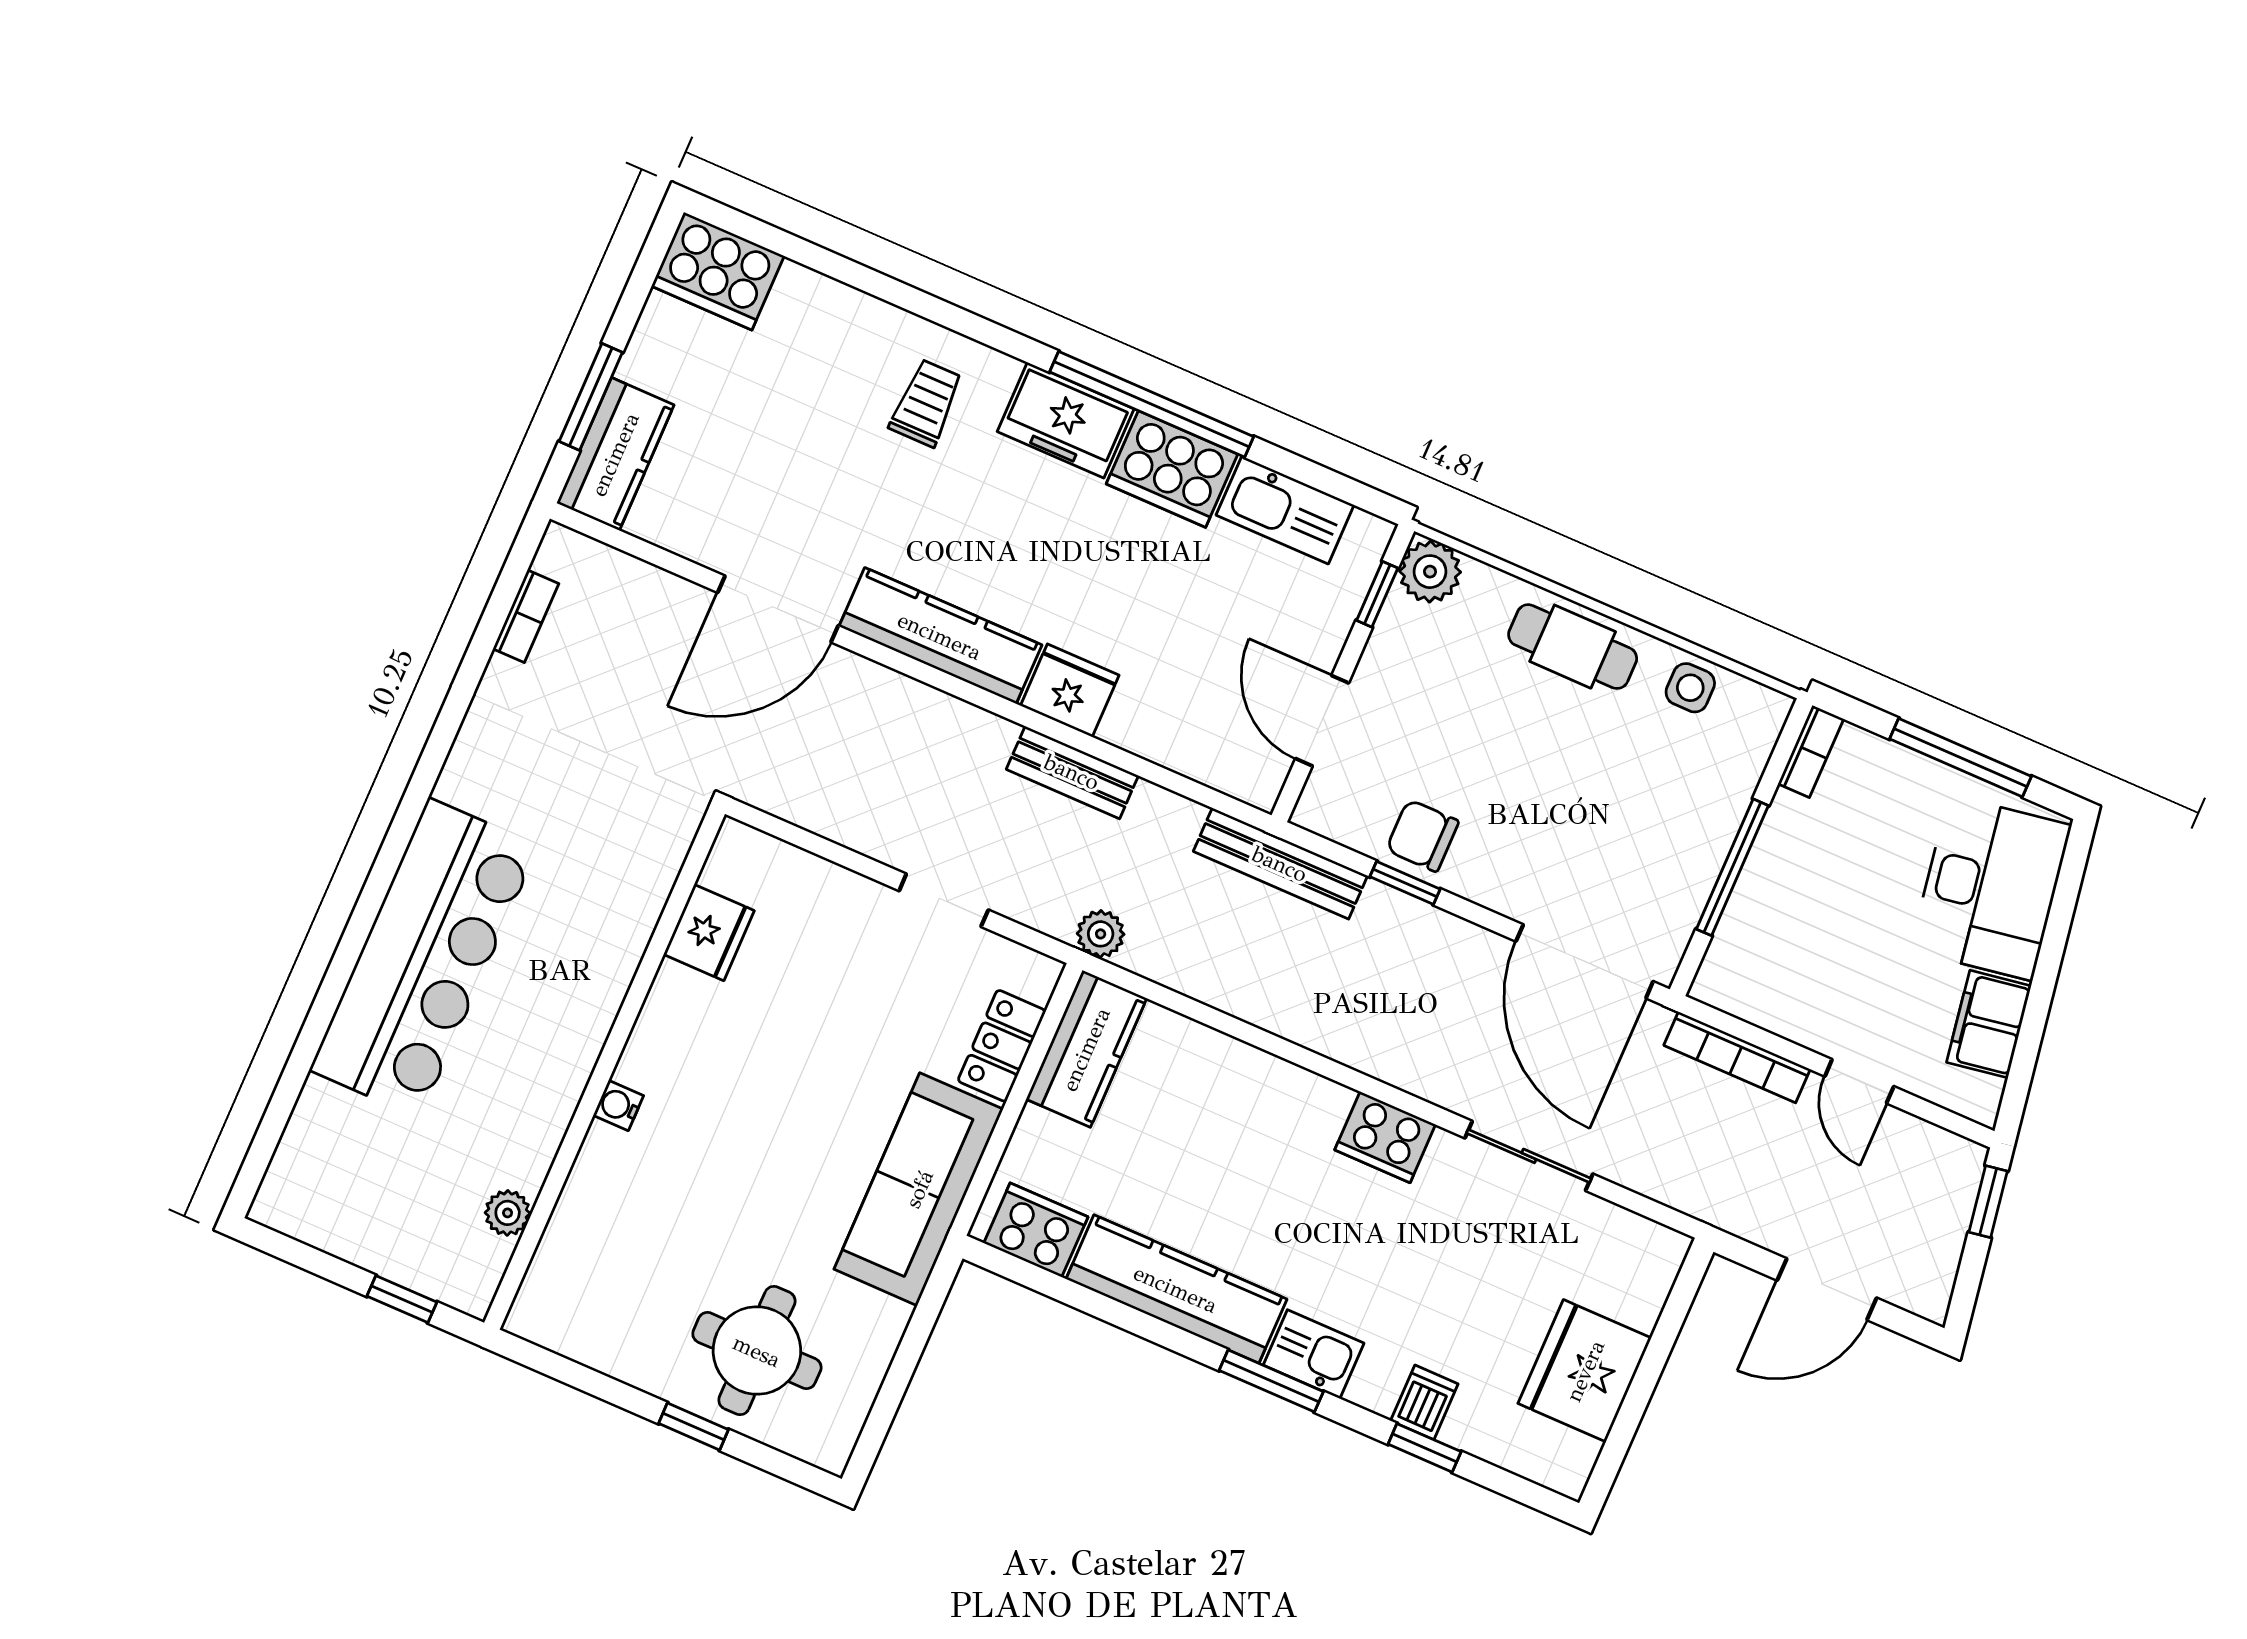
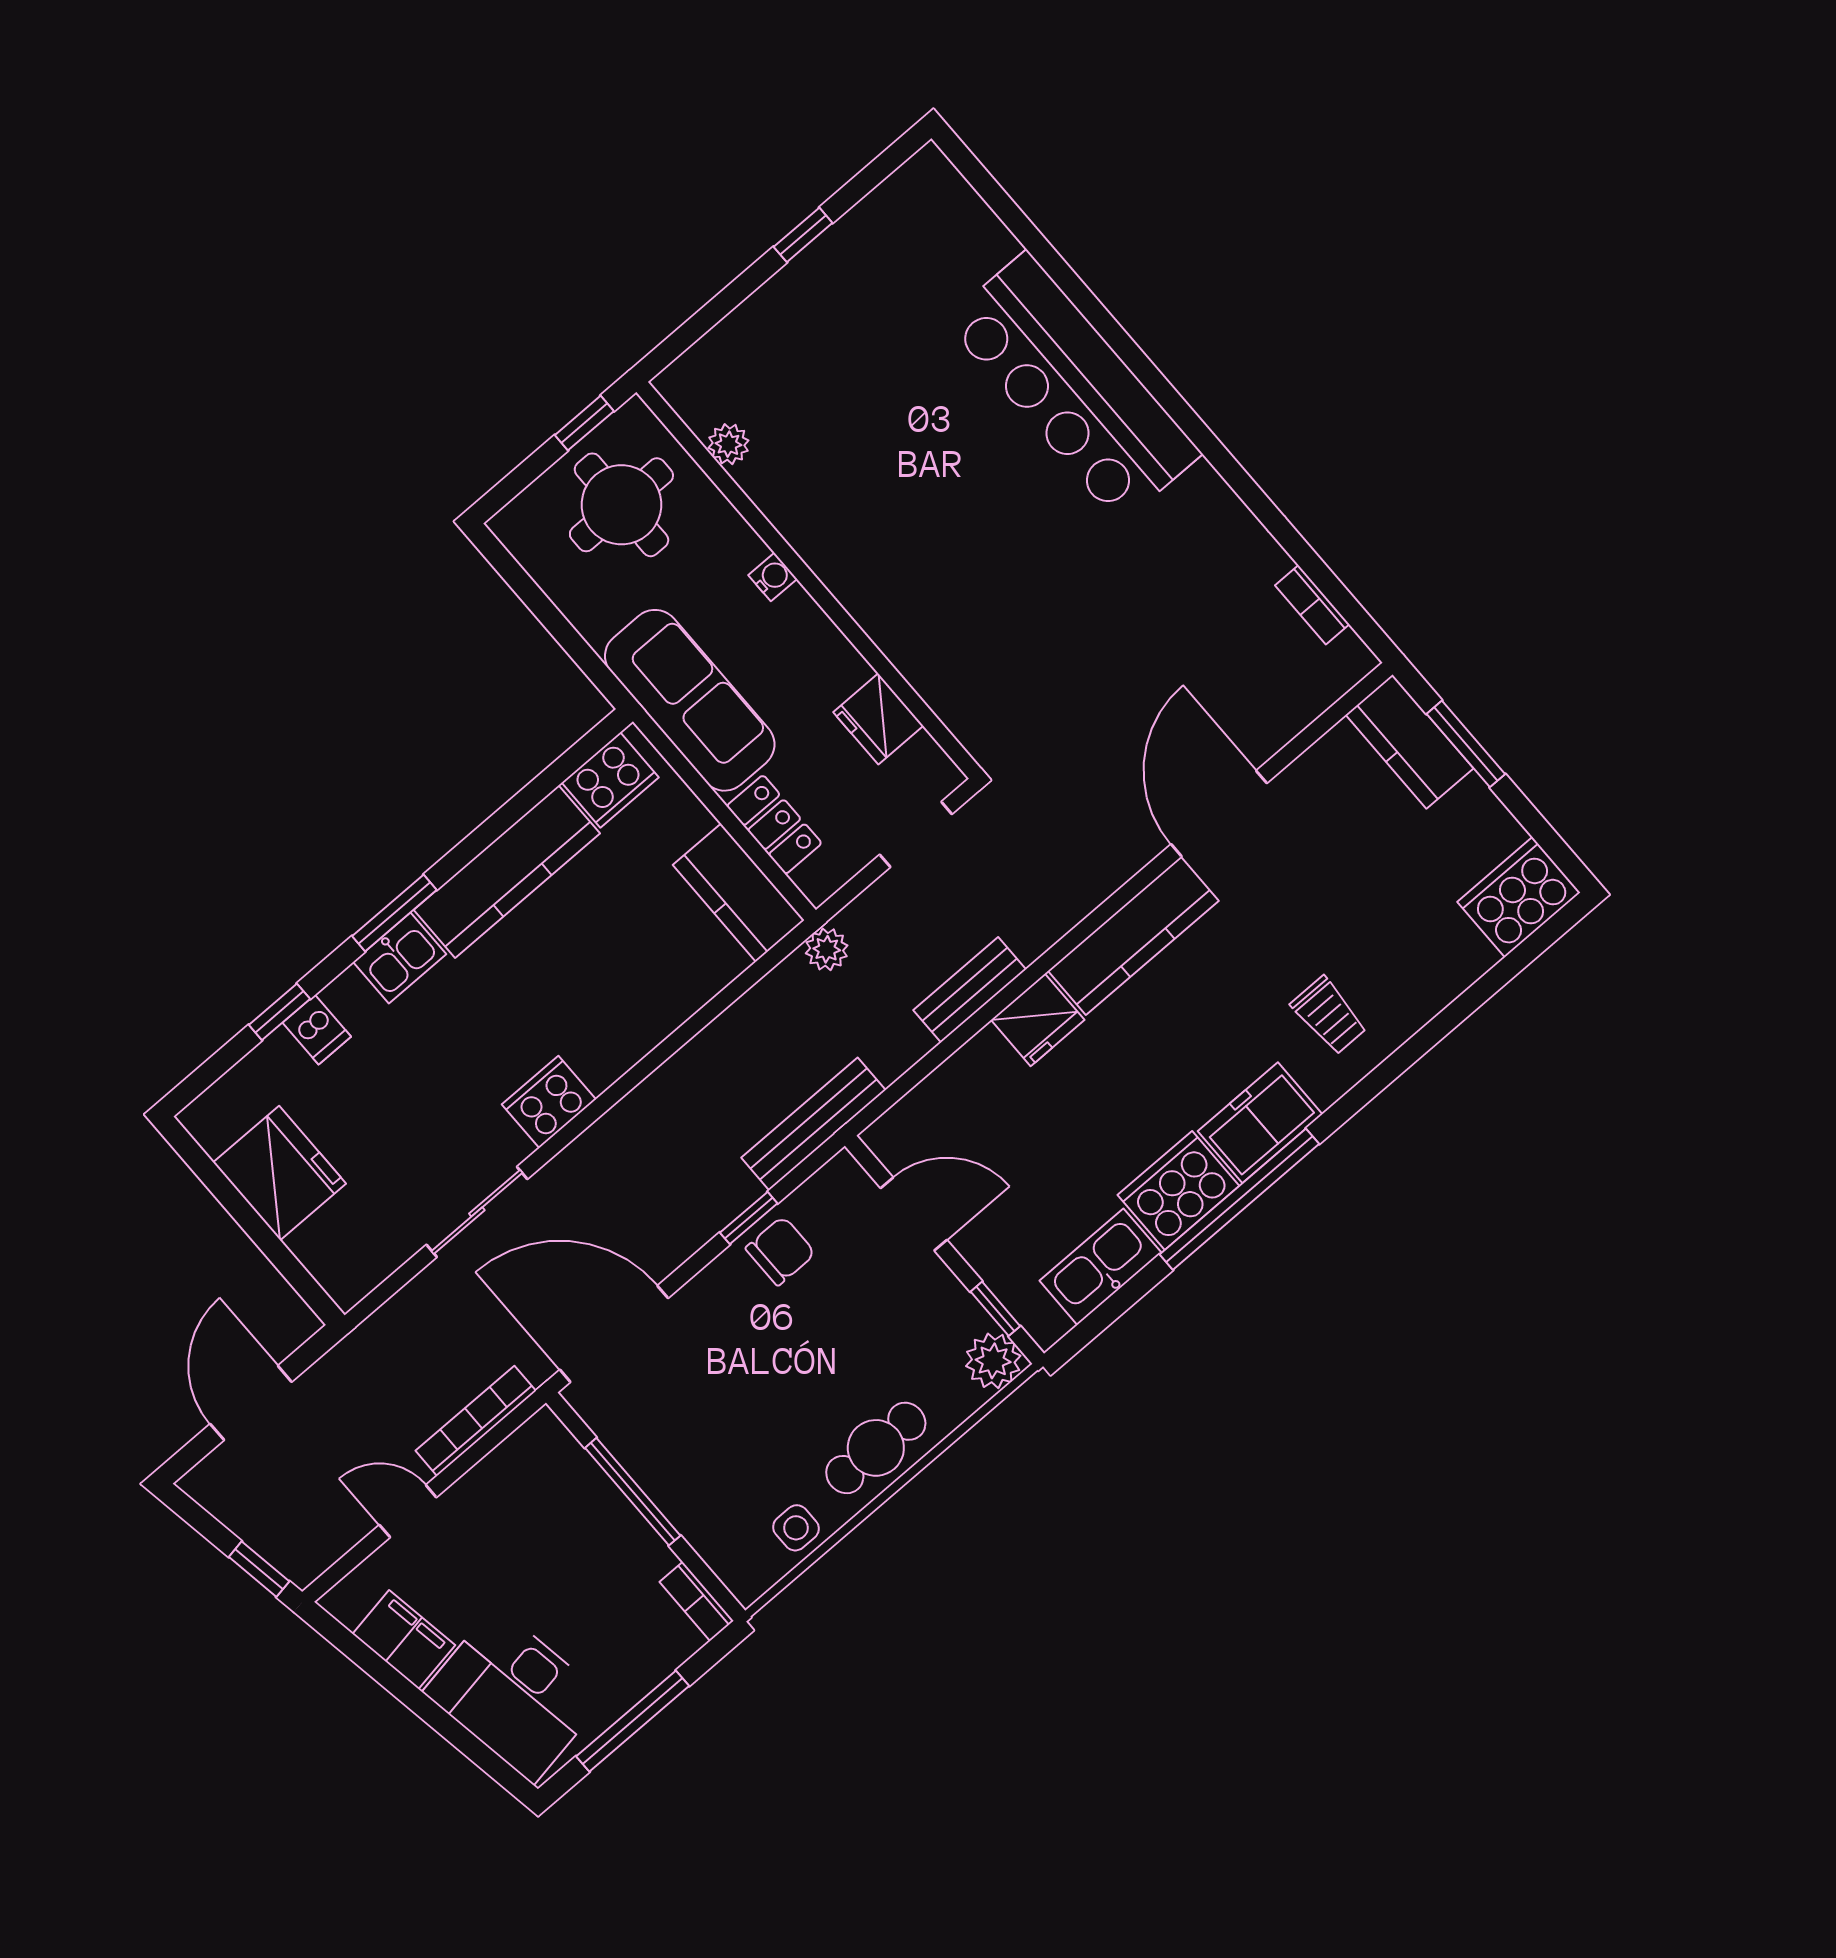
fridge: (709, 933) -> (878, 719), moved
wall: (605, 1068) -> (808, 580), moved
water cooler: (618, 1105) -> (773, 577), moved
plant: (508, 1213) -> (728, 444), moved

